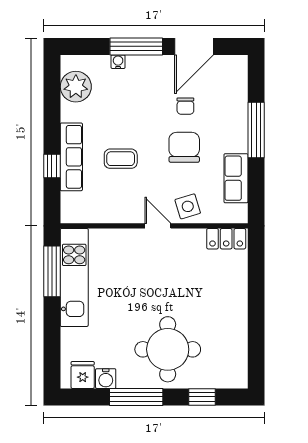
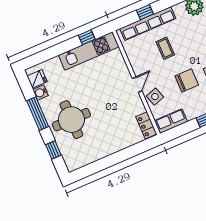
row of seats: (71, 157) -> (148, 24), width x1.36
row of seats: (236, 178) -> (171, 121), moved
window: (52, 271) -> (87, 37), width x0.46

